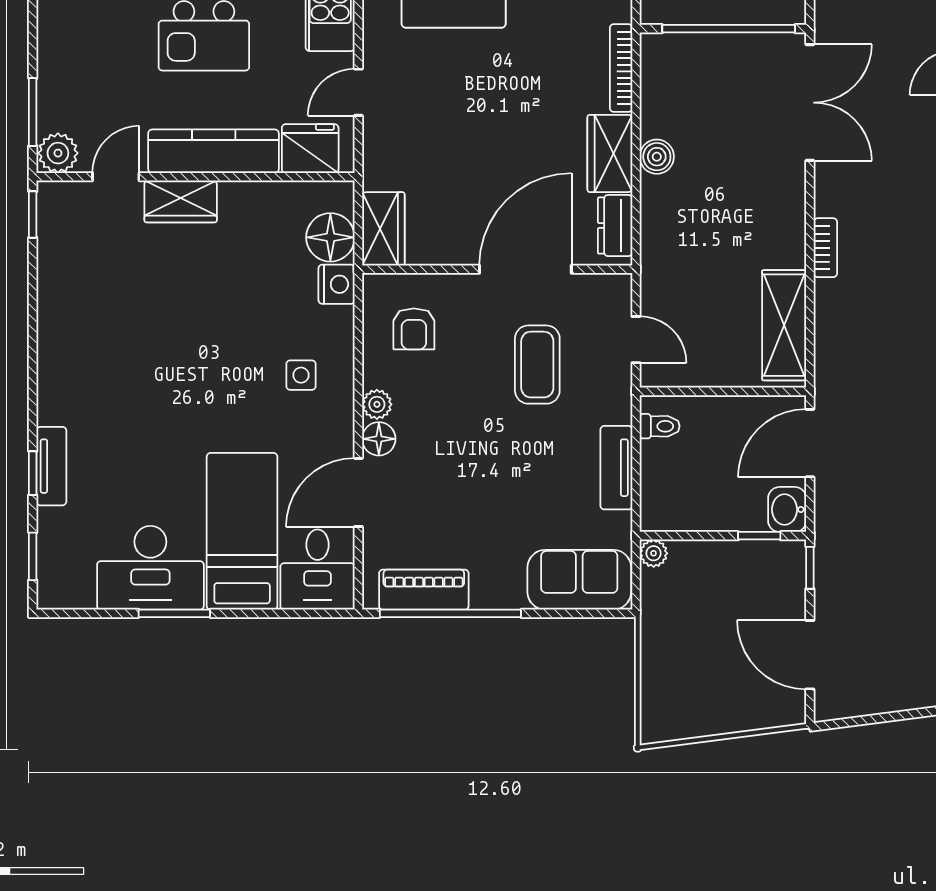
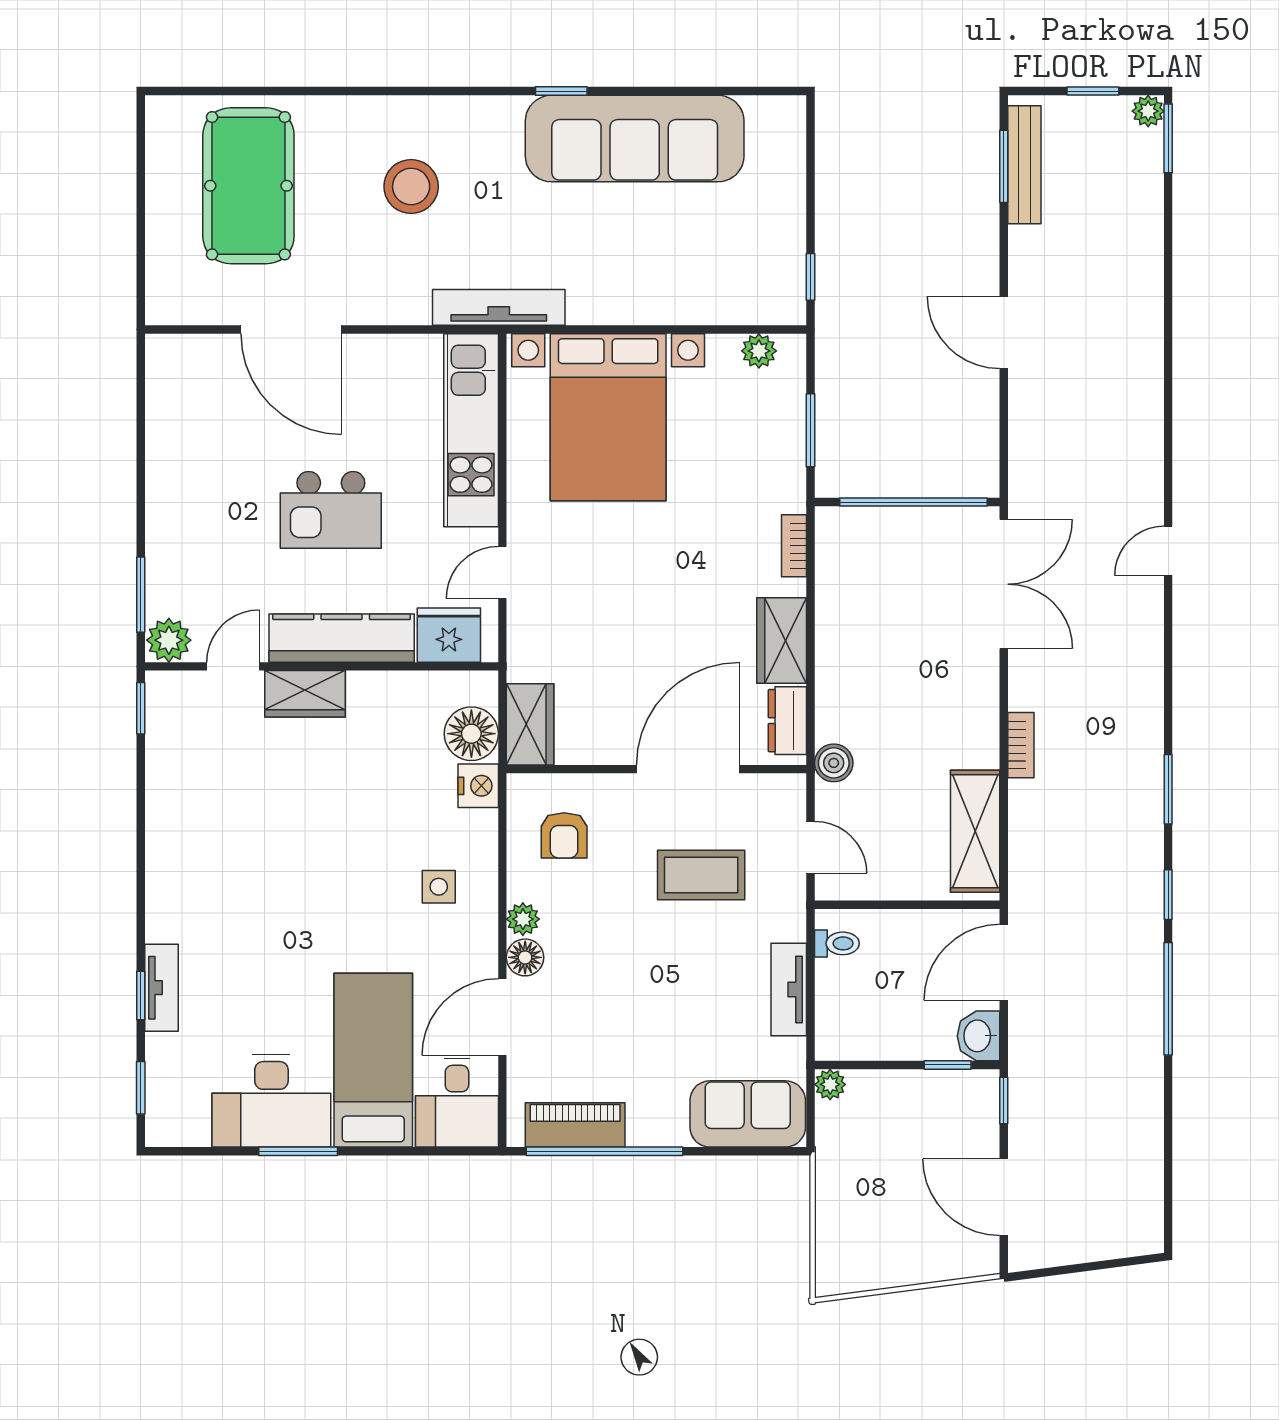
bookcase: (621, 68) -> (794, 546), width x0.64
boiler: (657, 157) -> (834, 763), moved
coffee table: (537, 365) -> (701, 875), turned 90

